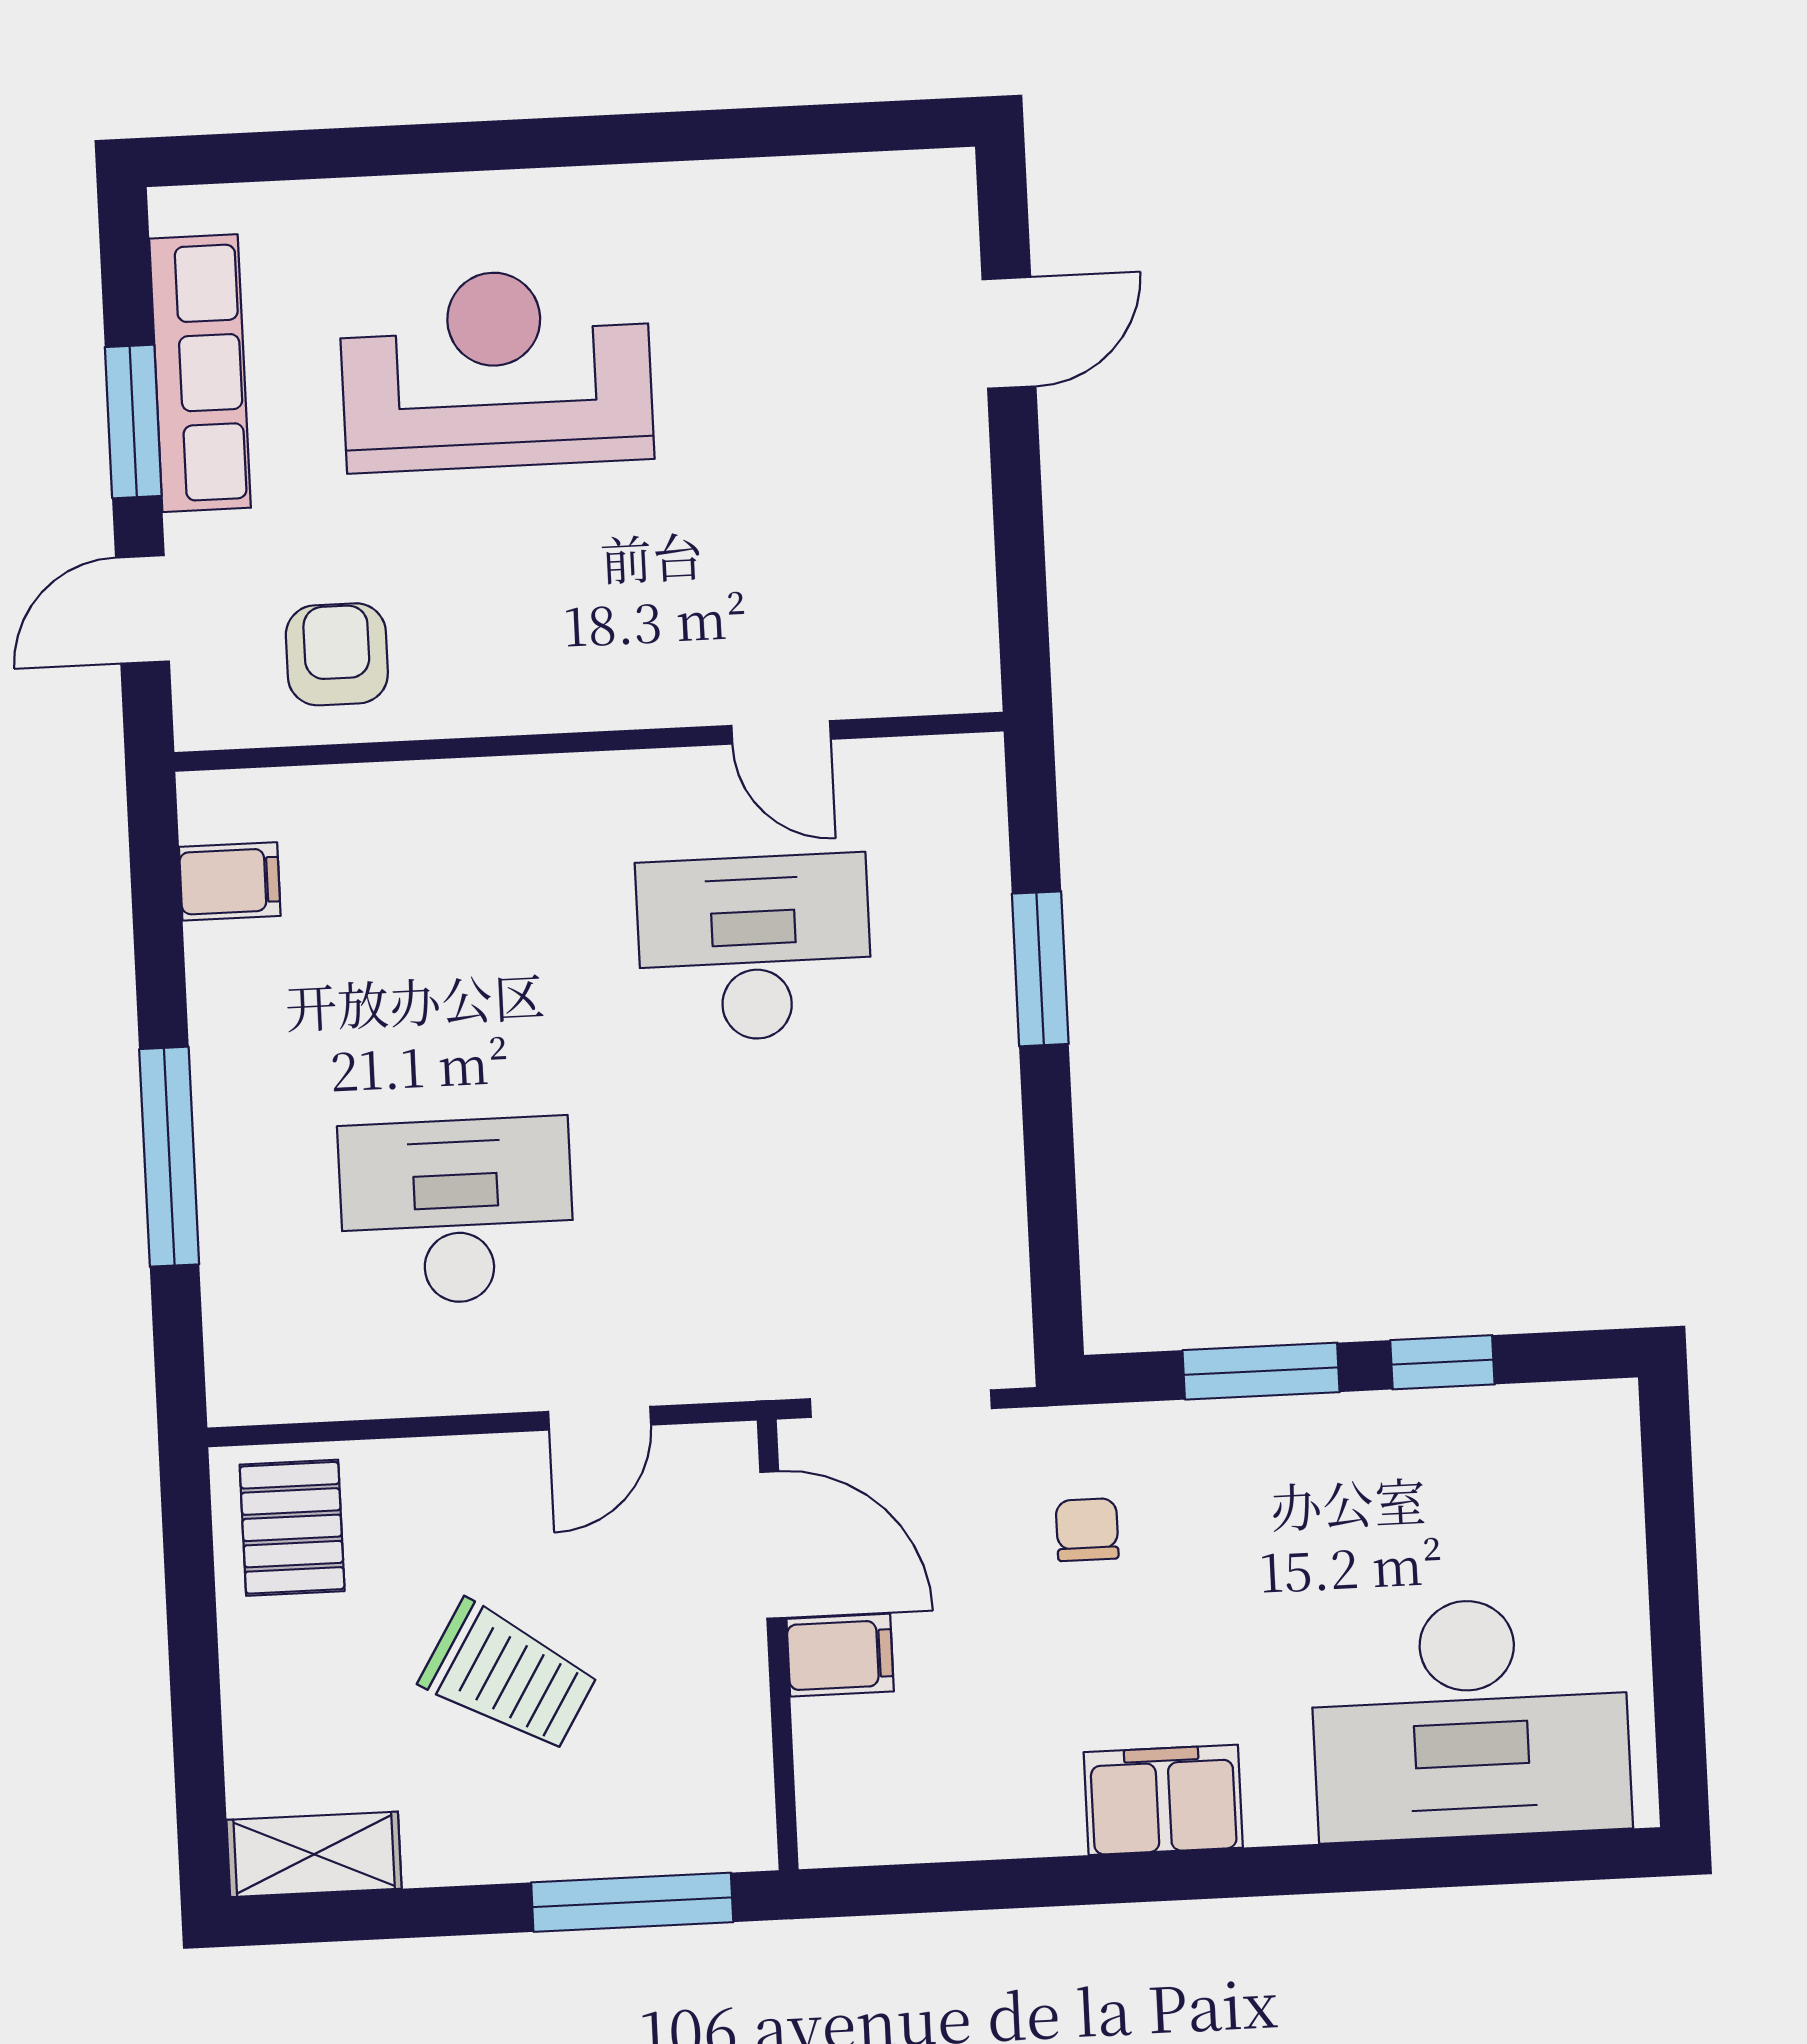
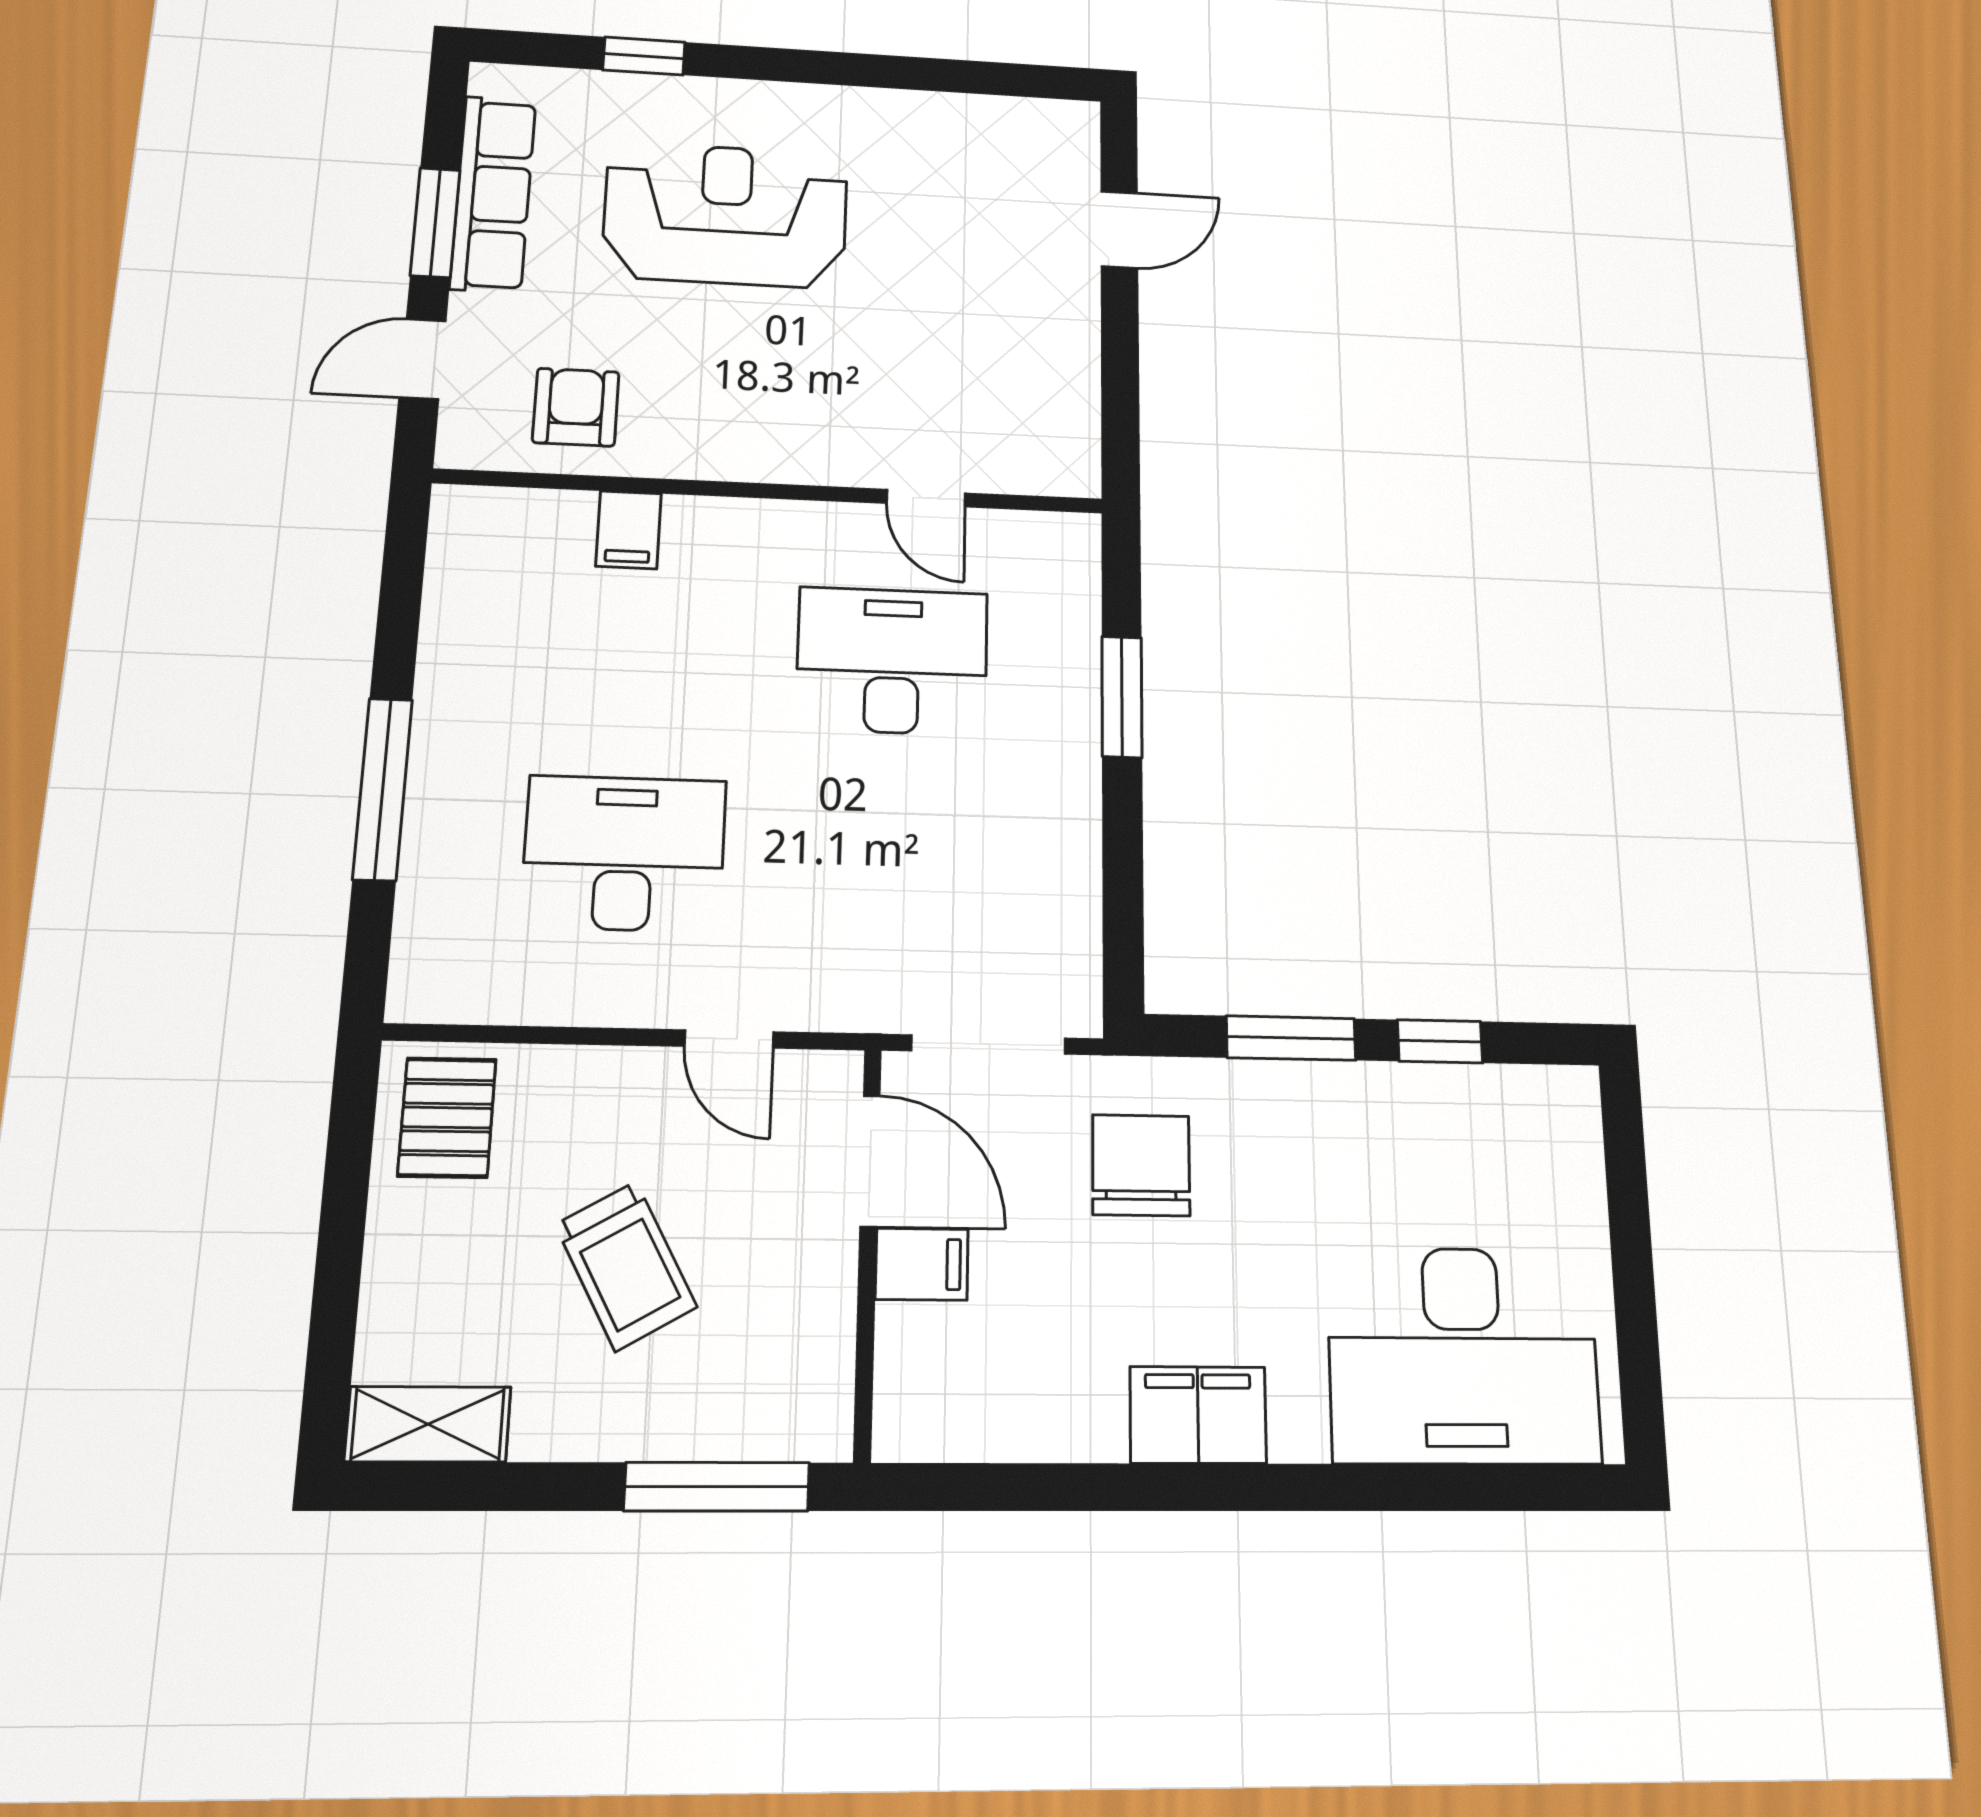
window: (368, 151) -> (644, 56), added
filing cabinet: (230, 881) -> (629, 530), moved, turned 90
door: (600, 1418) -> (729, 1039), hinge flipped
chair: (1087, 1530) -> (1141, 1165), width x1.87, depth x1.87
trolley: (509, 1677) -> (626, 1266), turned 30

